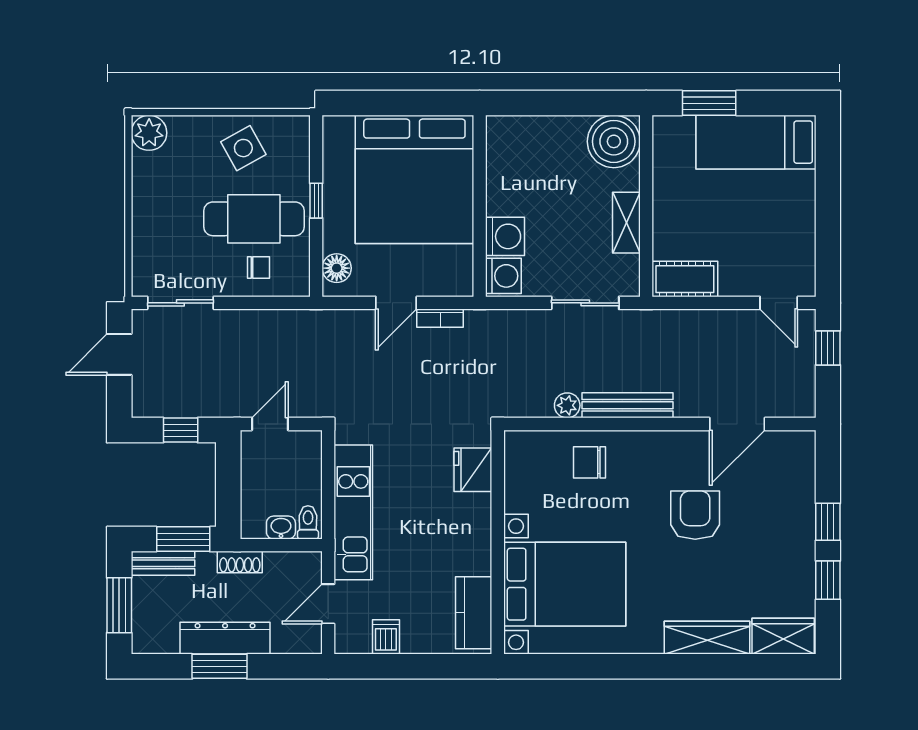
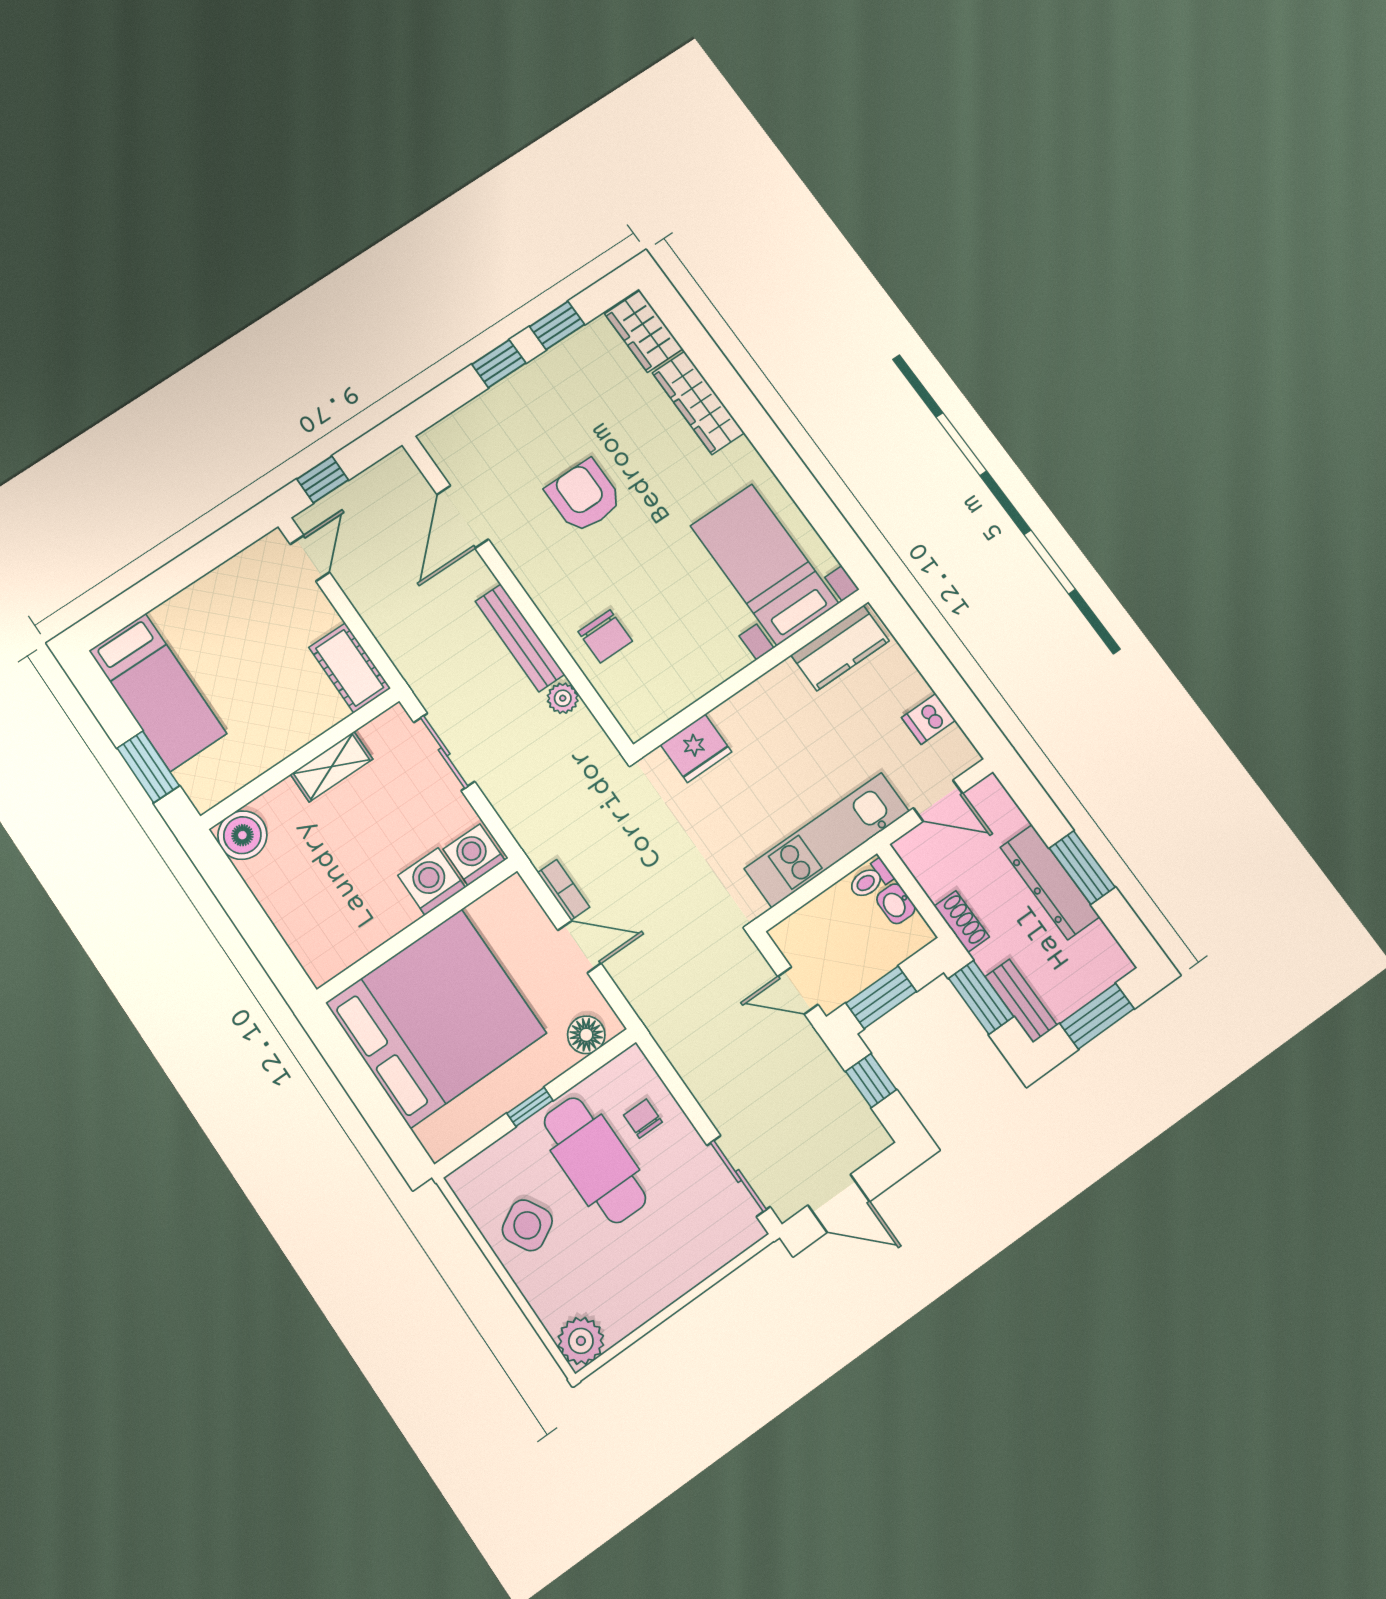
boiler: (614, 141) -> (242, 835), width x0.73, depth x0.73
door: (737, 424) -> (463, 517), swing flipped
window: (228, 475) -> (881, 997), added
armchair: (695, 515) -> (584, 496), turned 90
bed with nightstands: (565, 584) -> (764, 565), width x0.73

